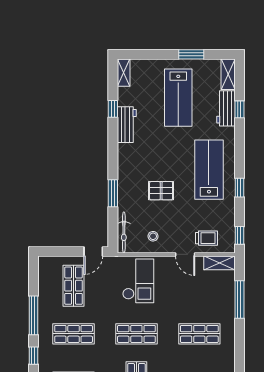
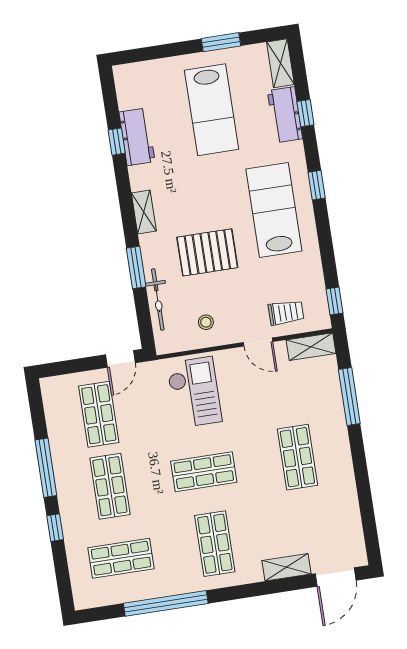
shelving: (124, 73) -> (144, 212), moved
workbench: (127, 125) -> (137, 137), moved
window: (239, 188) -> (317, 185), moved
pallet: (161, 191) -> (207, 252), width x1.50, depth x1.42
bicycle: (124, 232) -> (158, 300), moved
shop shelf: (74, 334) -> (110, 486), turned 90
shop shelf: (199, 334) -> (297, 457), turned 90

